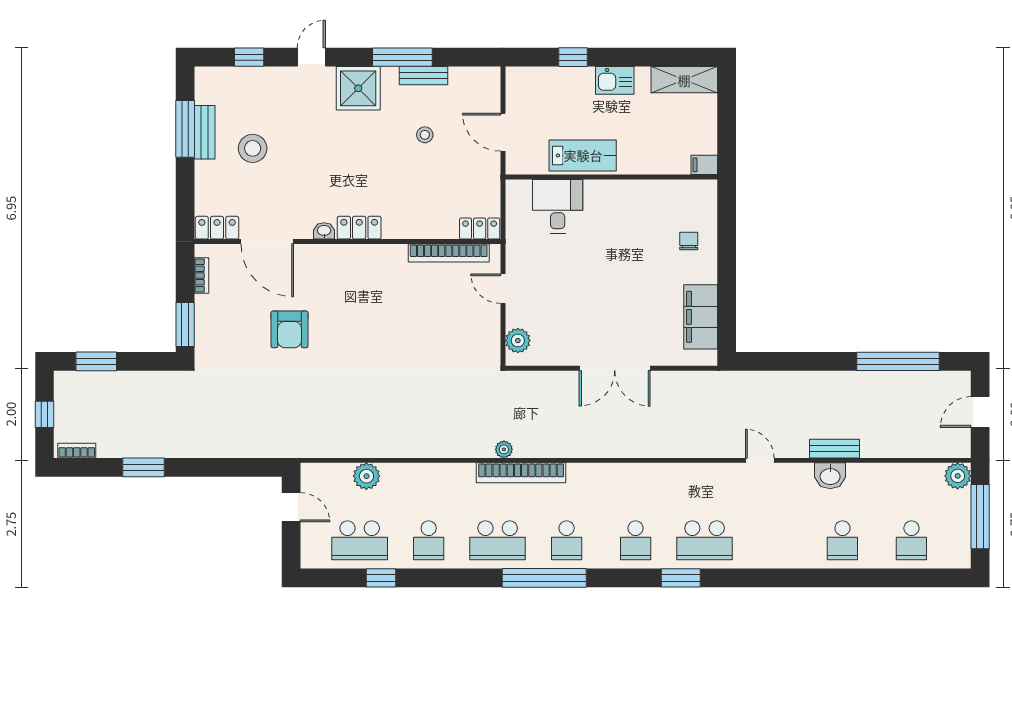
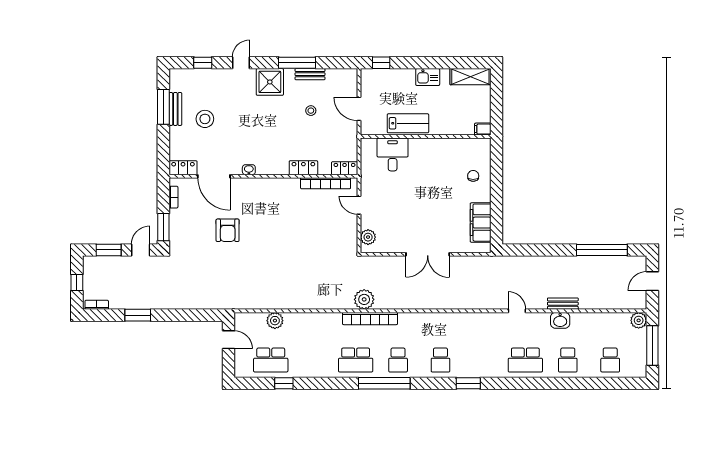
window: (573, 57) -> (381, 63), moved
locker: (359, 228) -> (303, 168), moved
door: (148, 361) -> (141, 250), added
plant: (504, 449) -> (364, 299), width x1.87, depth x1.87
school desk: (429, 540) -> (313, 360), removed
school desk: (705, 540) -> (525, 360), moved

